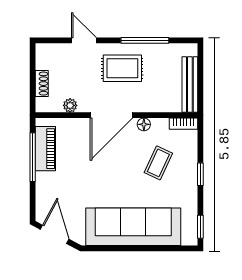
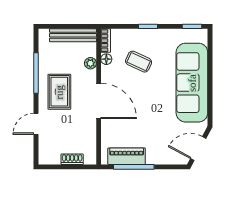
plant: (70, 105) -> (90, 63), moved
floor lamp: (144, 124) -> (106, 59), moved

